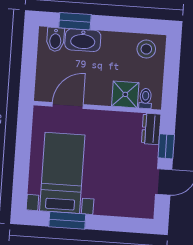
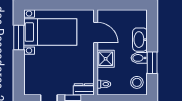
window: (75, 21) -> (152, 63), moved
bidet: (55, 39) -> (139, 58), moved
shower: (125, 94) -> (106, 59), moved

